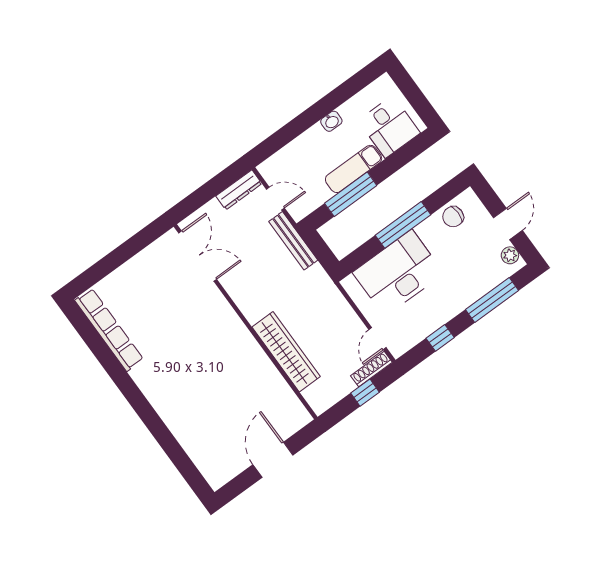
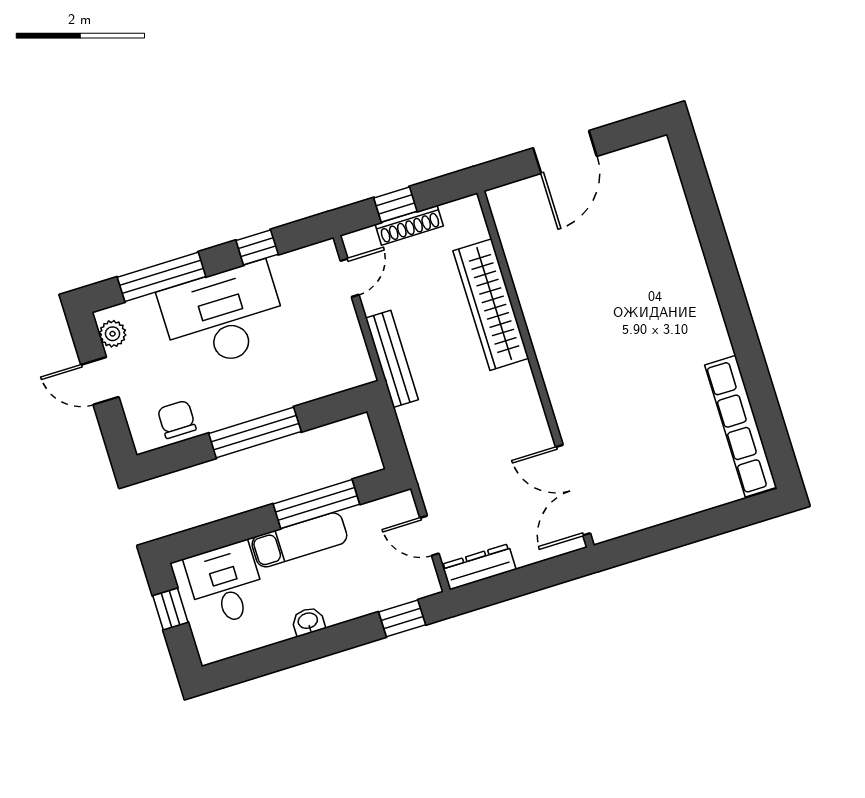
window: (418, 100) -> (170, 609), added
window: (275, 143) -> (402, 618), added
chair: (453, 217) -> (177, 419), turned -90
door: (508, 224) -> (100, 381), hinge flipped
bench: (293, 241) -> (392, 359), moved
desk: (398, 273) -> (223, 316), moved, turned 180
shoe rack: (371, 369) -> (409, 225), moved

